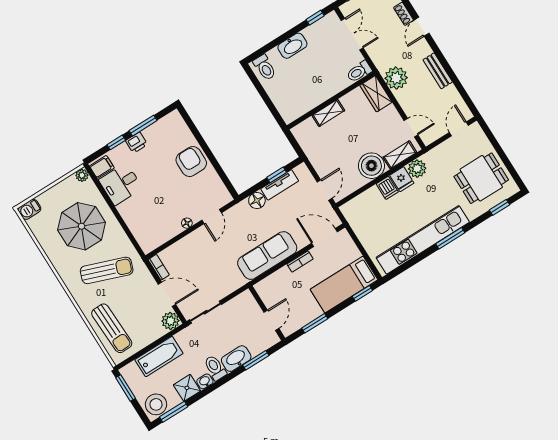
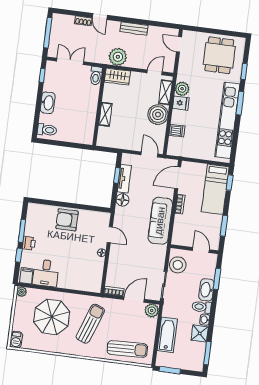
dishwasher: (387, 188) -> (177, 131), moved
window: (499, 207) -> (244, 71), moved
stool: (156, 404) -> (178, 265), moved

